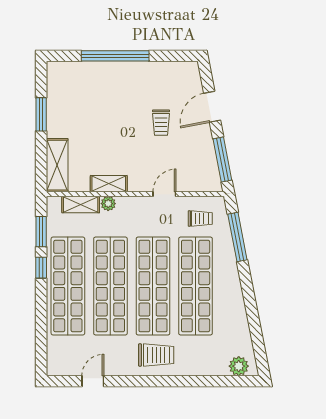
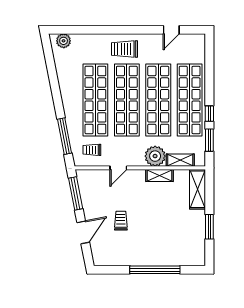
plant: (108, 204) -> (155, 156), width x1.87, depth x1.87

